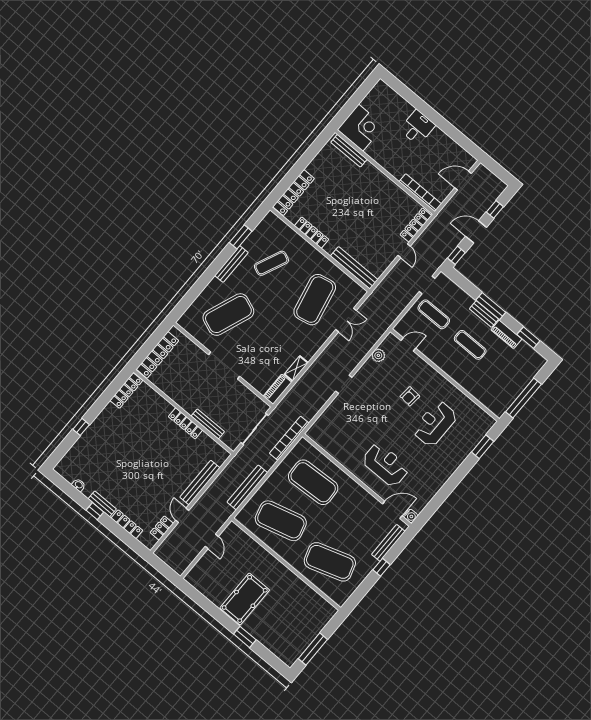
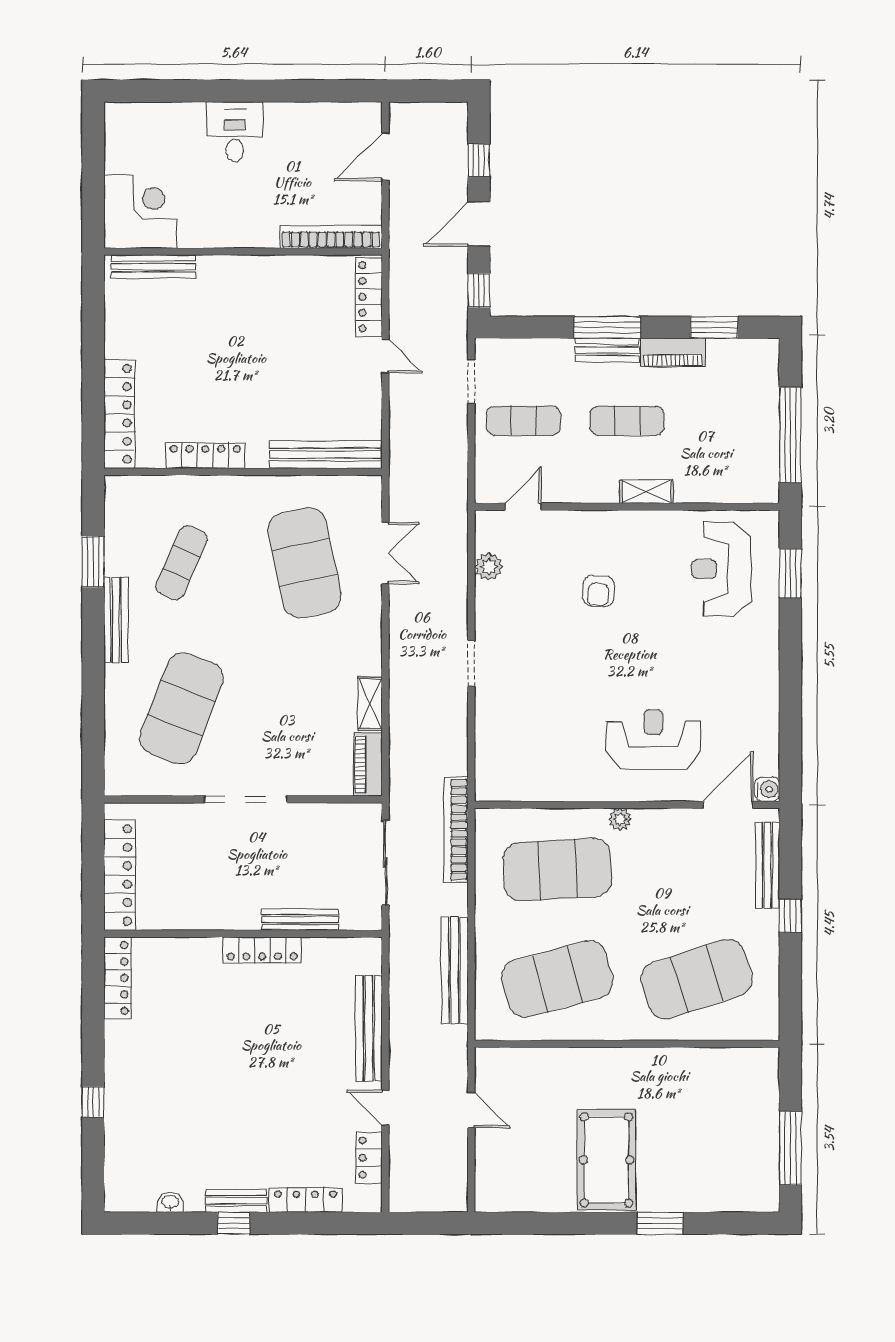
shelving: (456, 375) -> (646, 492), added
reception desk: (435, 424) -> (721, 569), moved
plant: (350, 483) -> (620, 819), added

